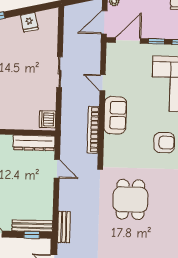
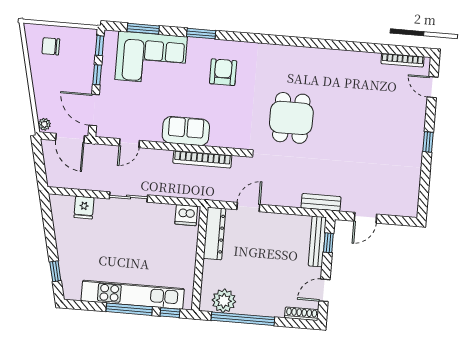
fridge: (29, 22) -> (84, 208), moved, turned 103
door: (103, 83) -> (129, 143), moved
dining table: (130, 199) -> (291, 118), turned 90

